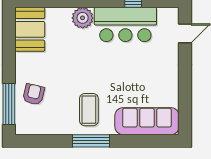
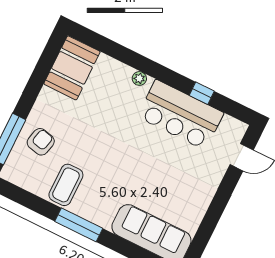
plant: (83, 18) -> (139, 78), width x0.53, depth x0.53
coffee table: (89, 110) -> (66, 185), moved

